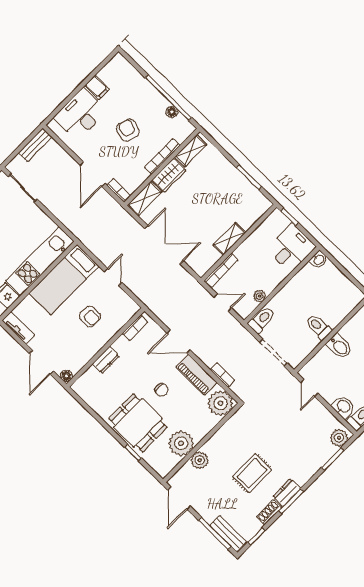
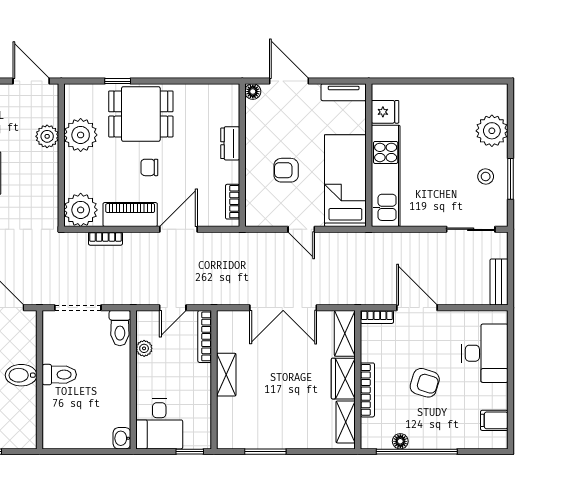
filing cabinet: (97, 87) -> (494, 420), moved

